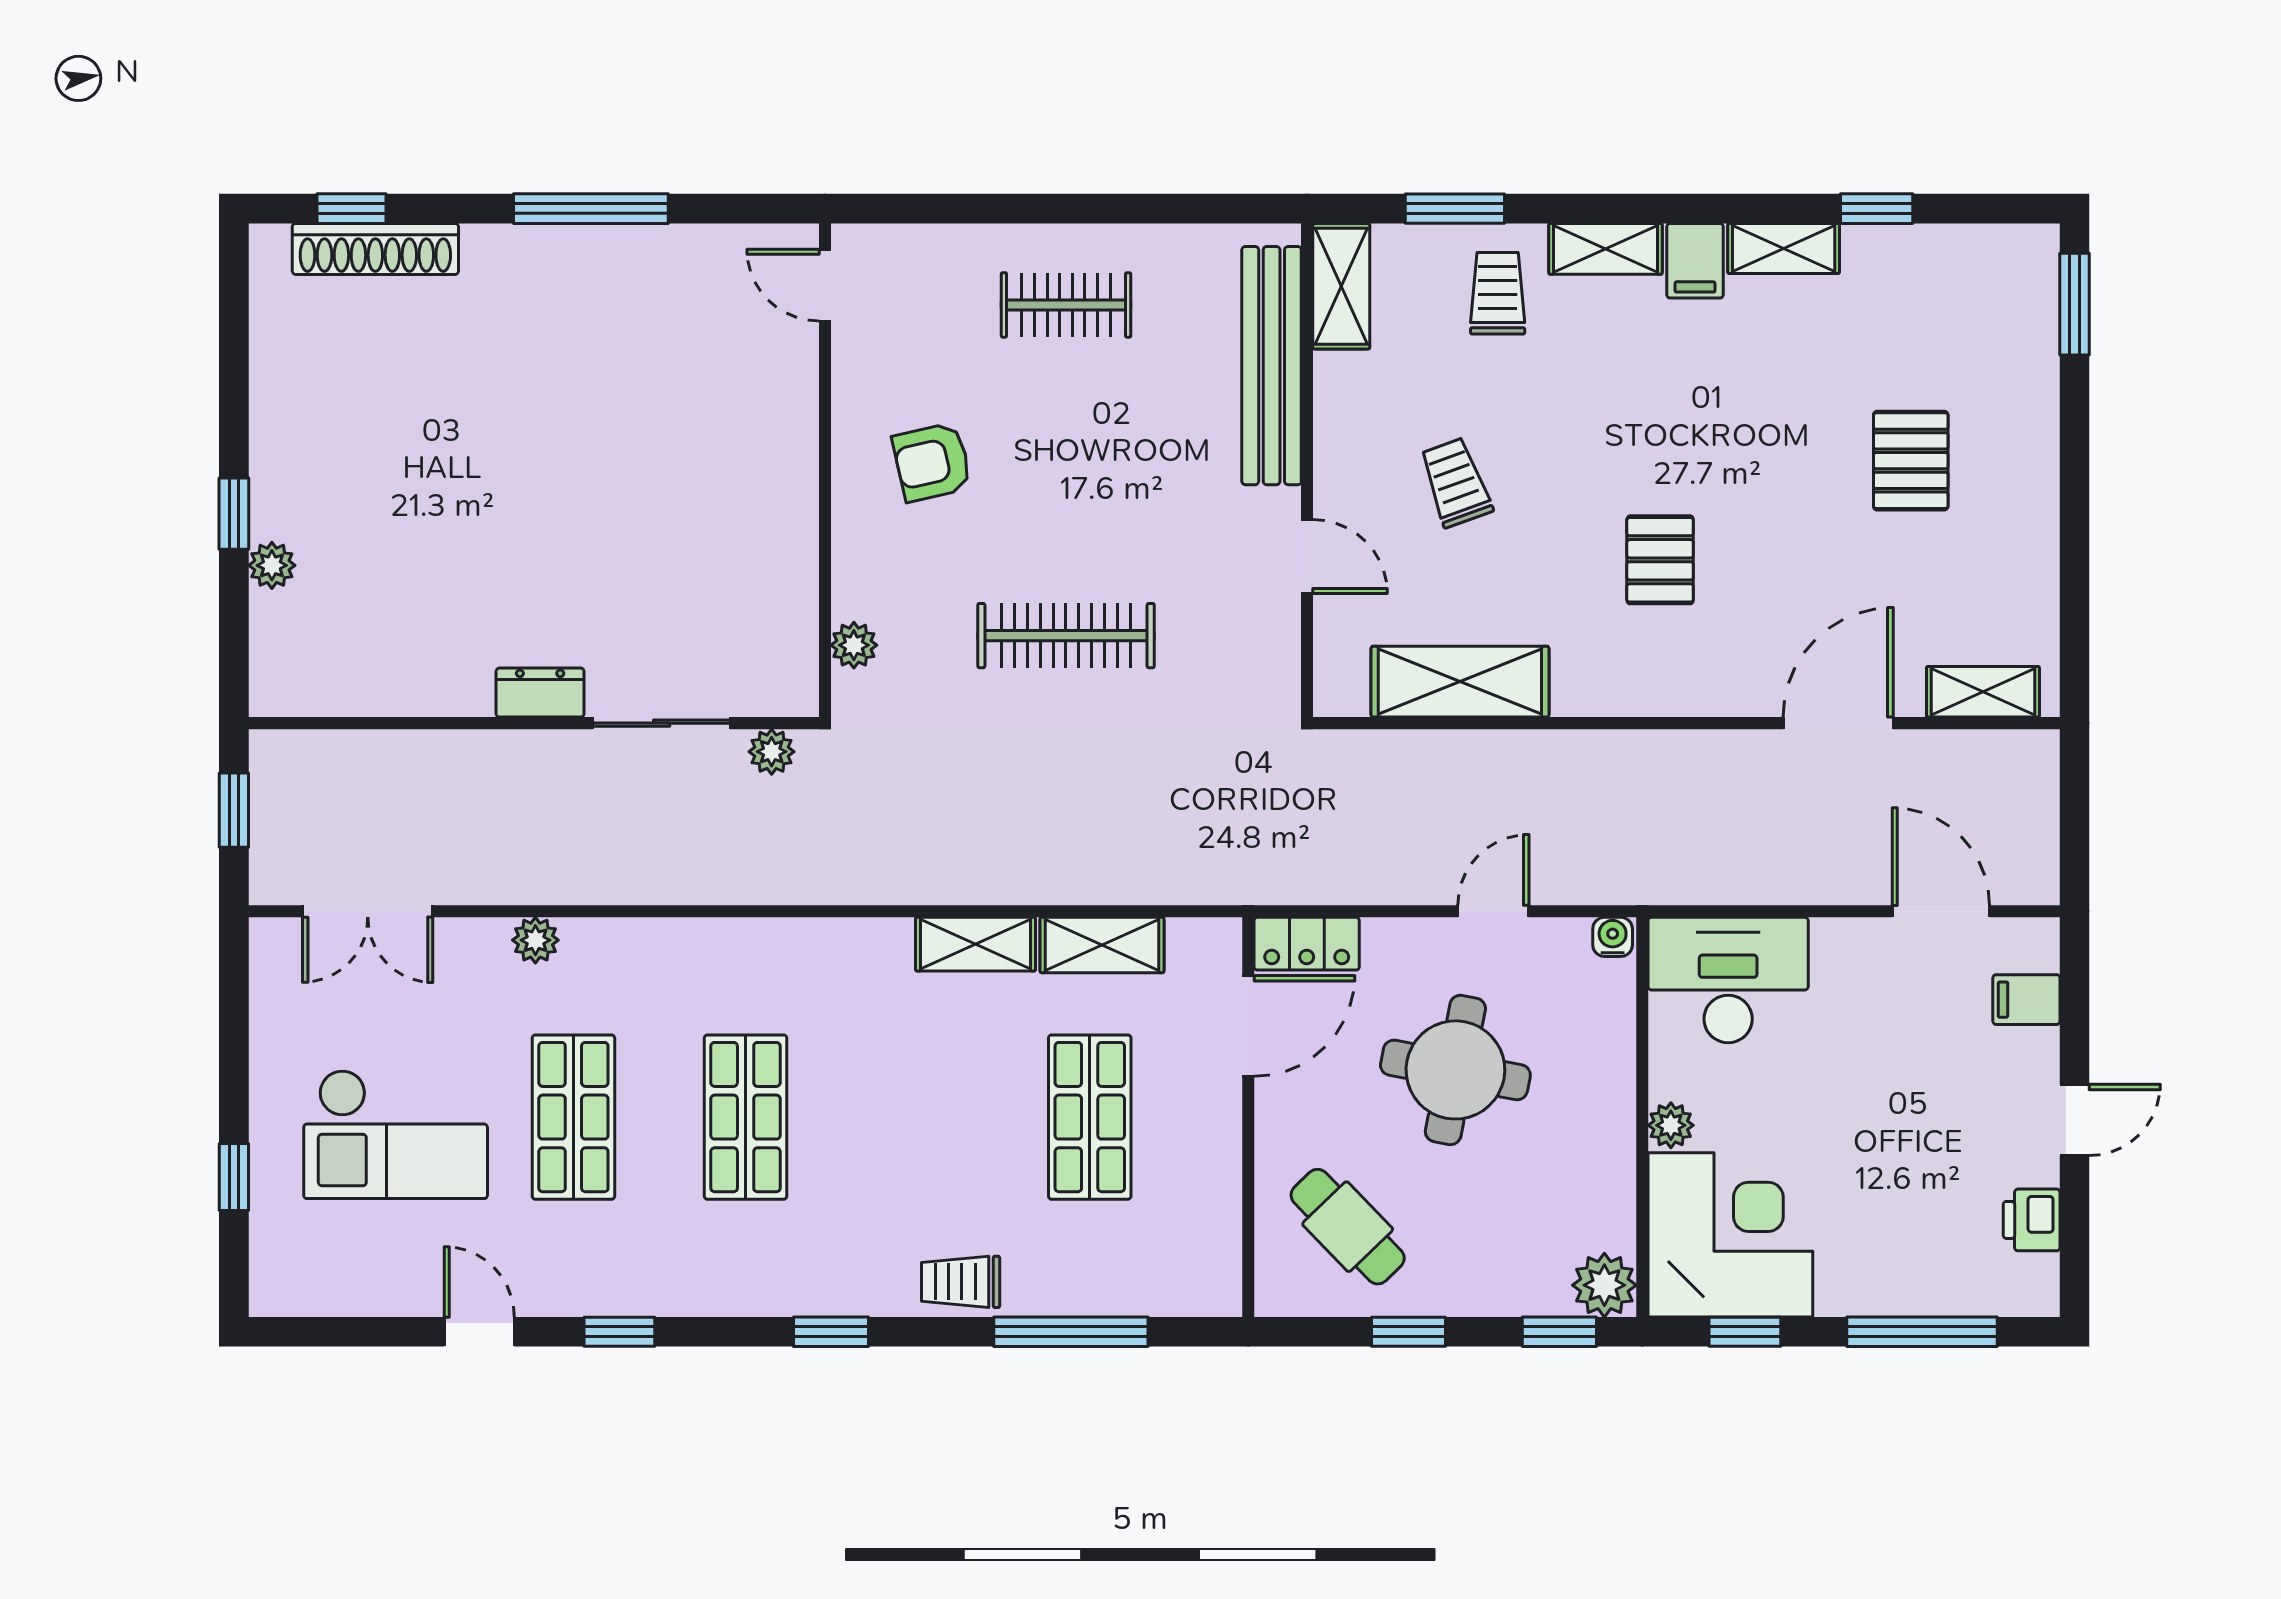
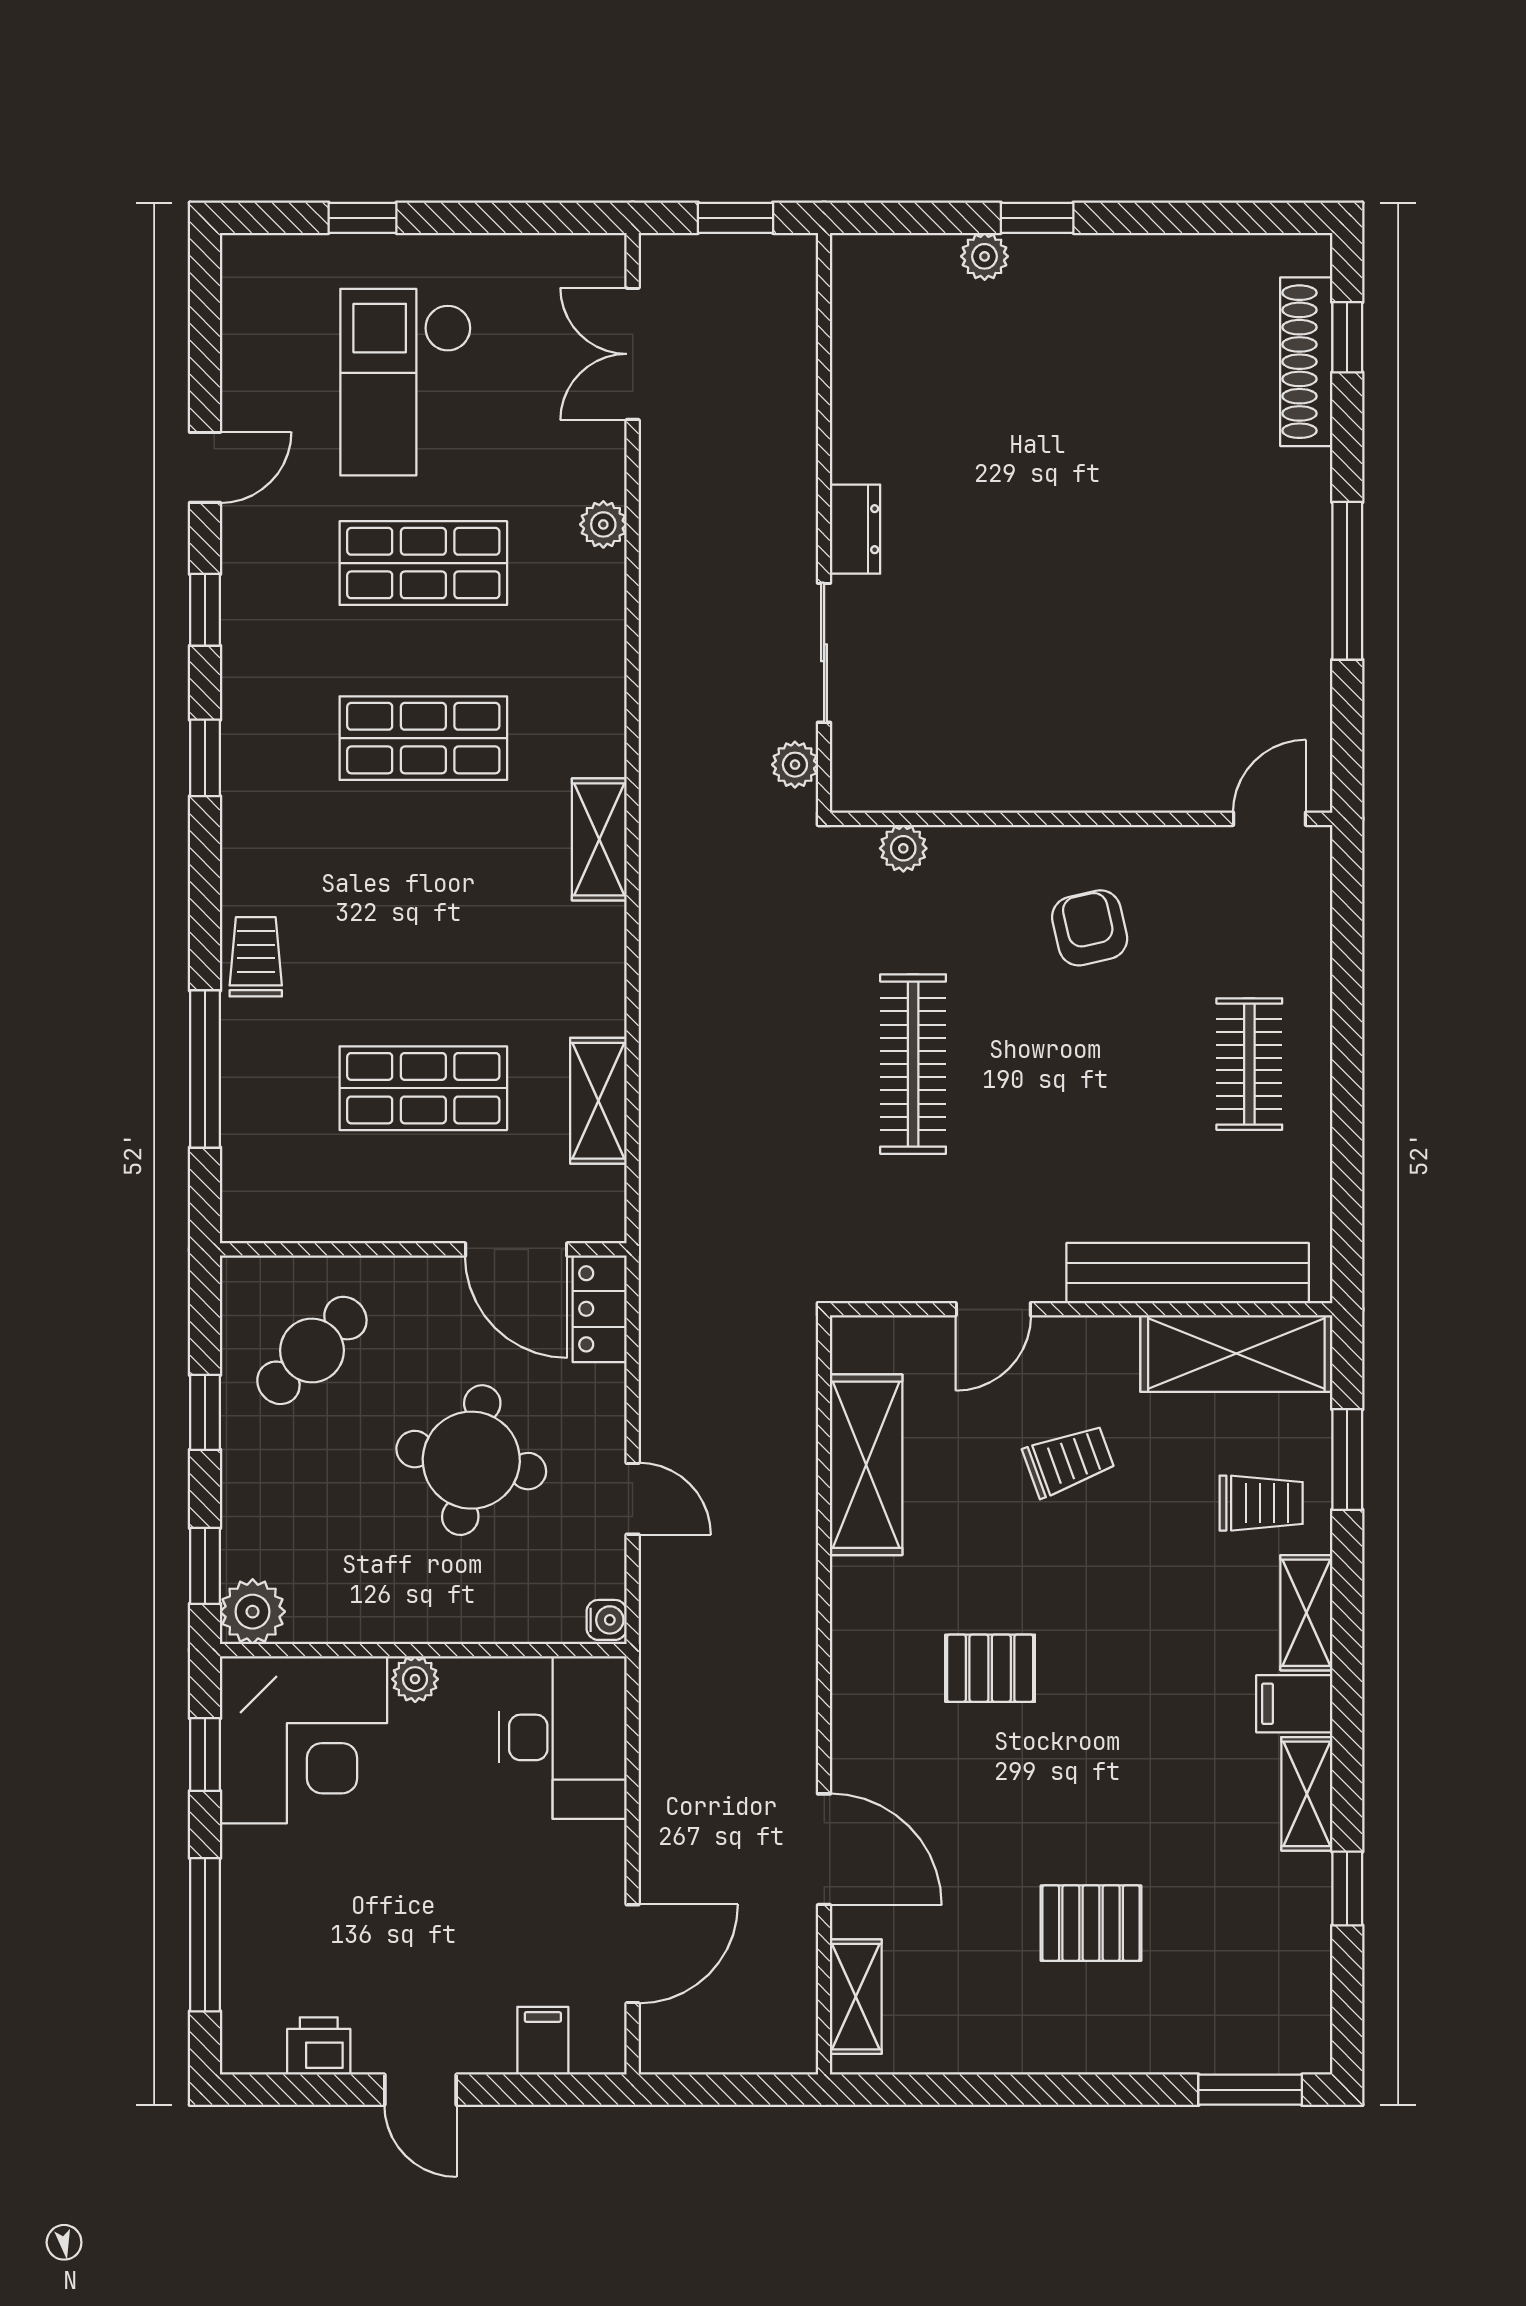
shelving: (1341, 286) -> (1236, 1354), width x1.50, depth x1.33
shelving: (976, 944) -> (599, 839), moved
window: (831, 1332) -> (205, 758), moved

